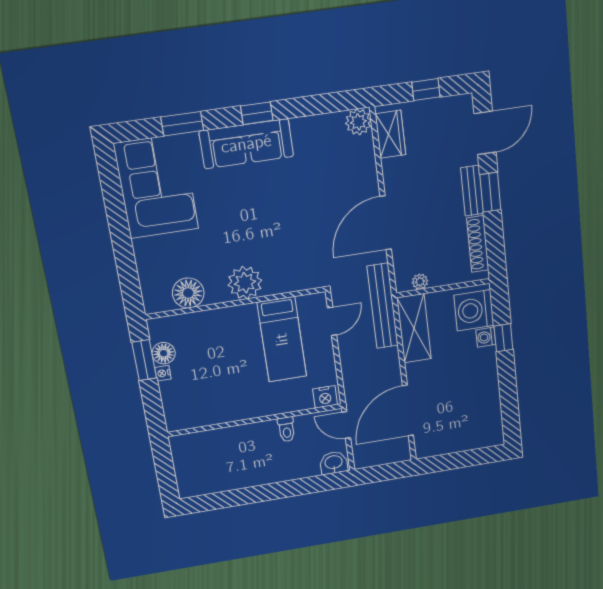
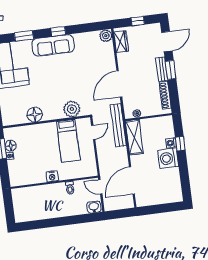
plant: (245, 283) -> (72, 109), moved
floor lamp: (188, 293) -> (35, 115), moved
washing machine: (474, 310) -> (168, 158), moved
nightstand: (325, 397) -> (52, 176), moved

